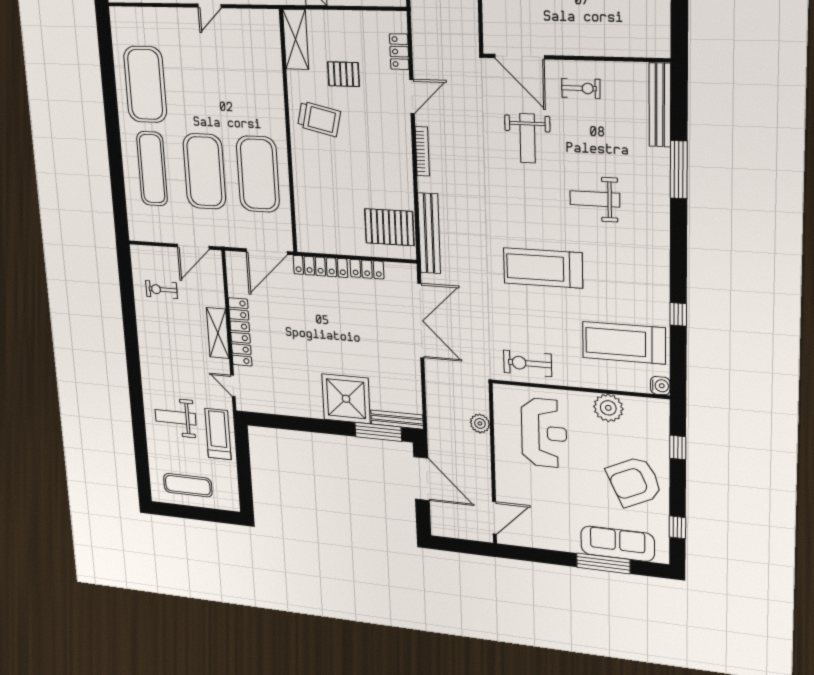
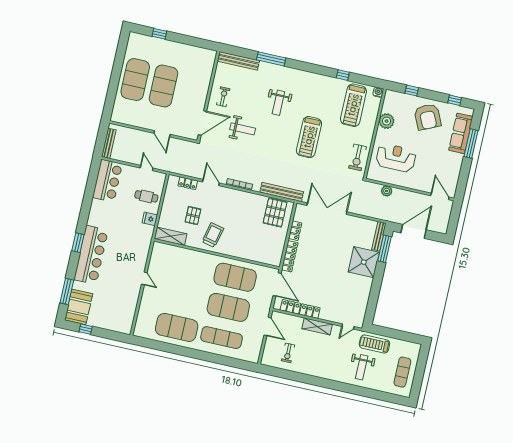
locker: (240, 332) -> (300, 309), moved

